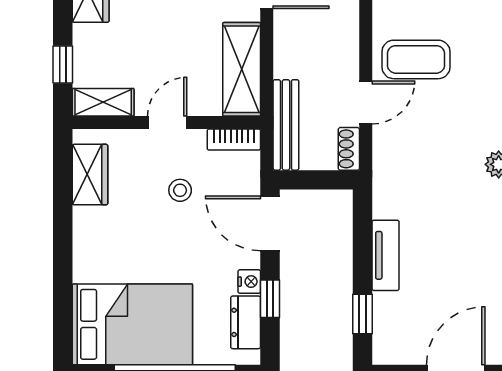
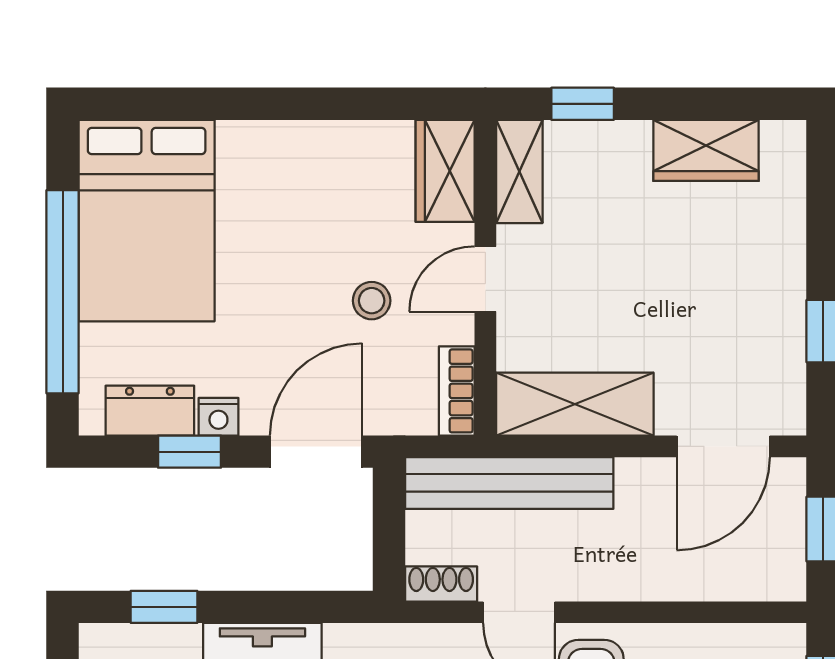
door: (167, 123) -> (485, 279), swing flipped
bench: (286, 125) -> (509, 483), width x1.37, depth x1.21
wardrobe: (90, 175) -> (445, 171), moved, turned 90

